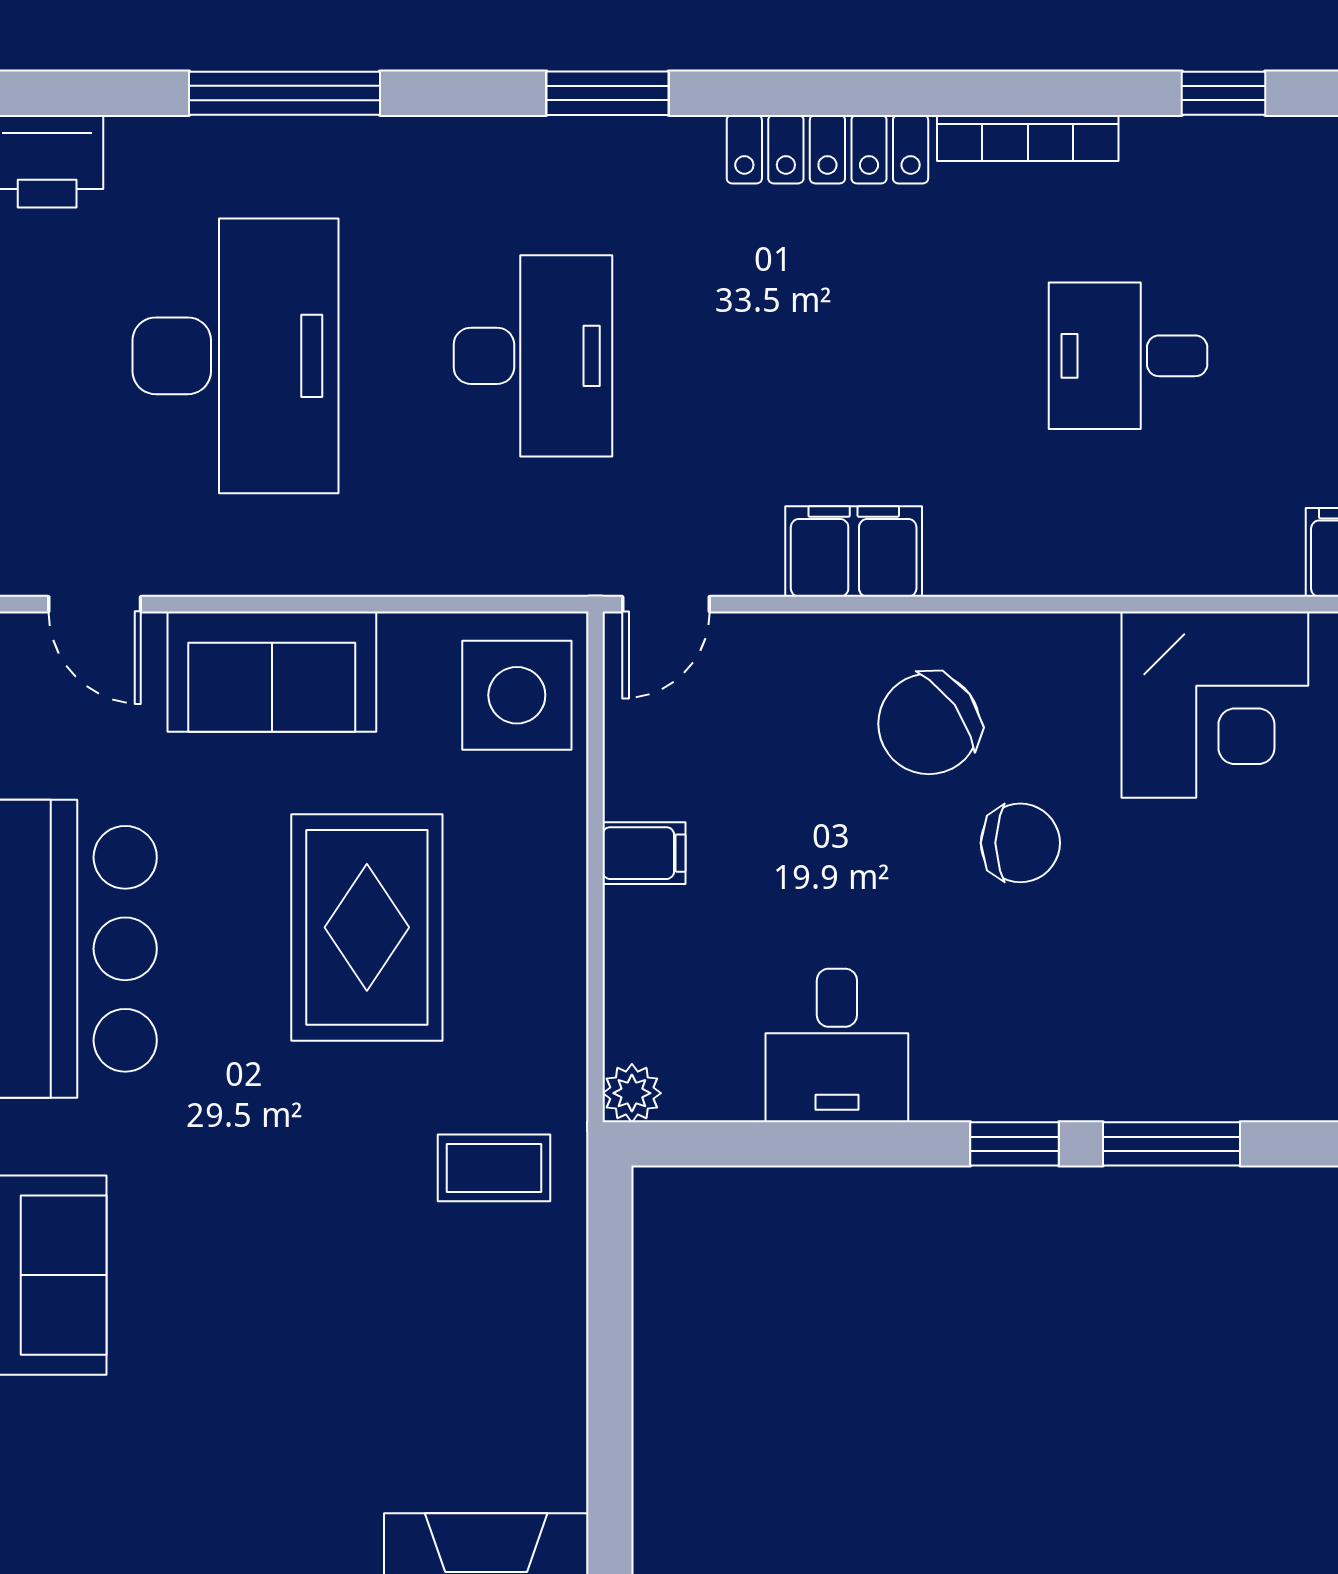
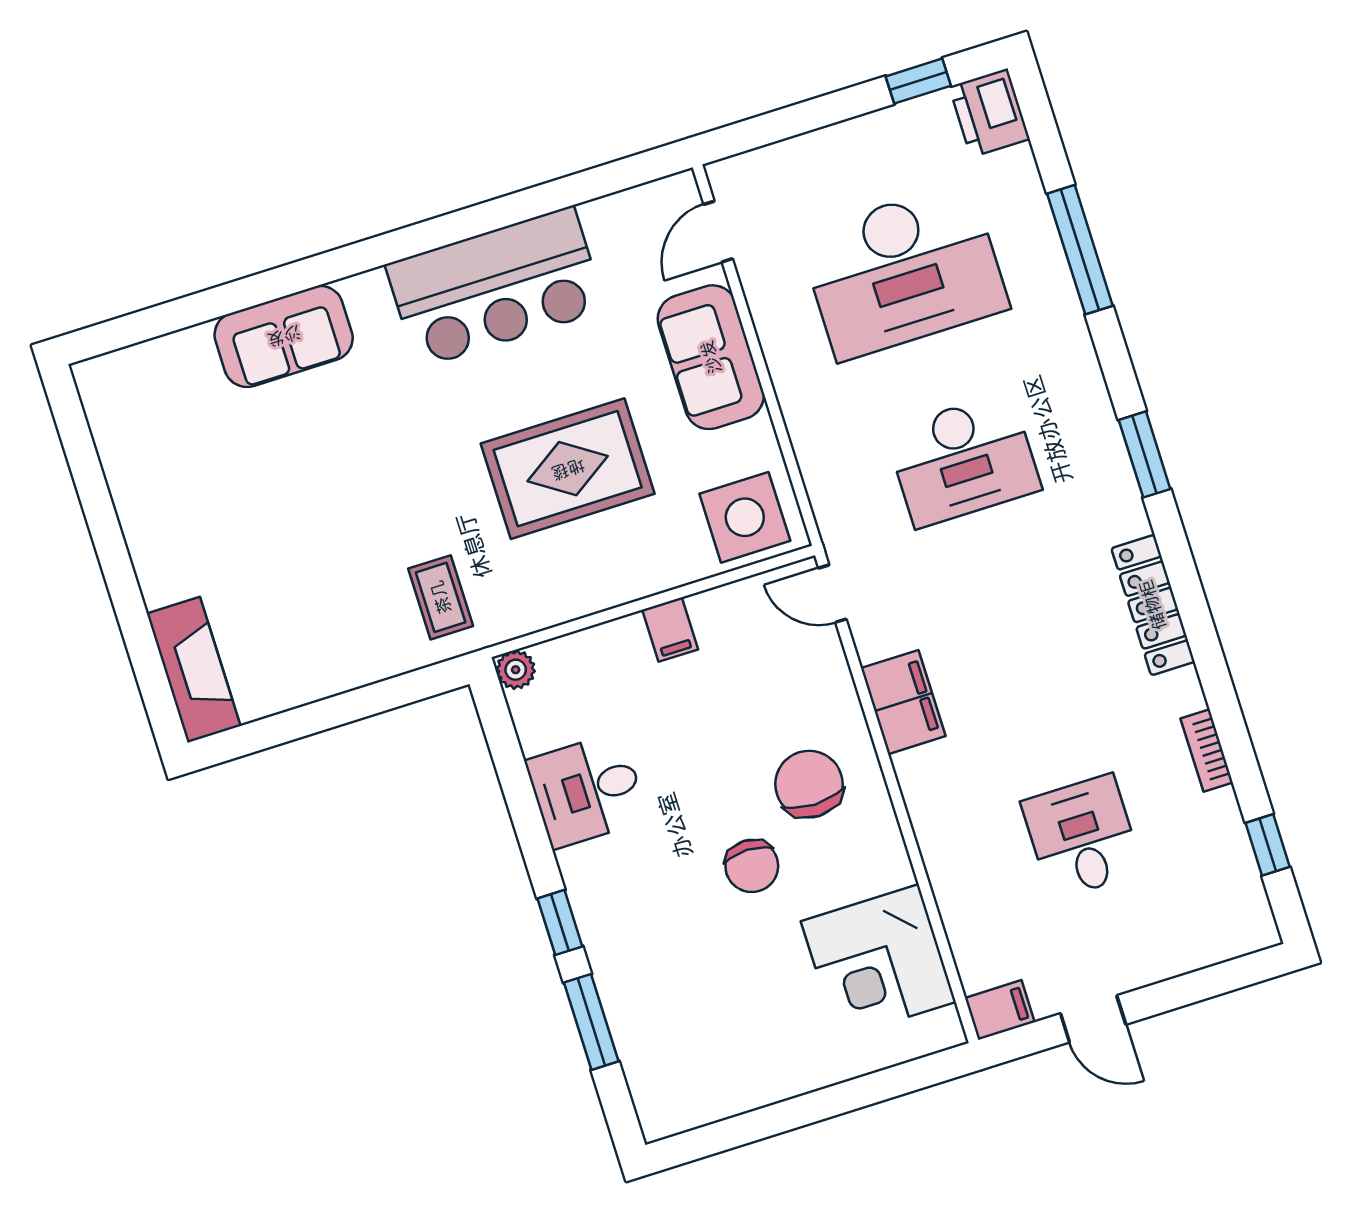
bookcase: (1028, 138) -> (1207, 750), width x0.64
chair: (929, 724) -> (809, 784), turned 36

